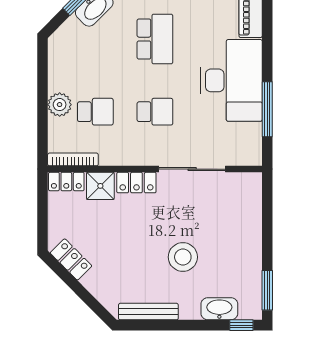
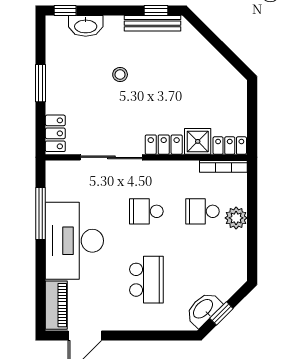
school desk: (155, 39) -> (146, 280), turned 180
stool: (183, 257) -> (120, 75), width x0.53, depth x0.53
locker: (71, 259) -> (55, 133), moved, turned -135
window: (267, 290) -> (41, 83), moved
window: (145, 325) -> (156, 10), added

